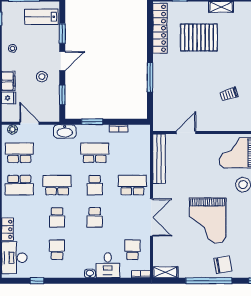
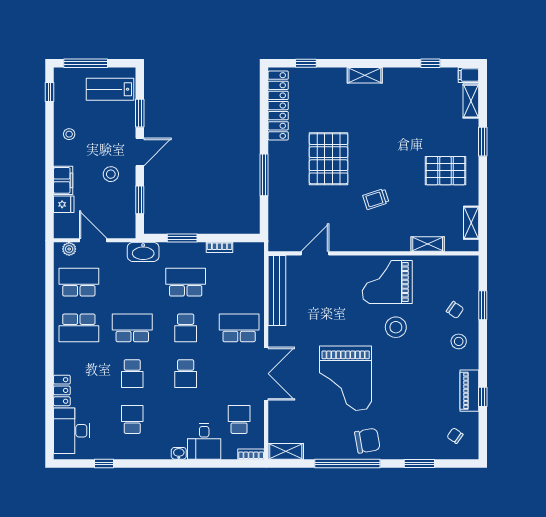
pallet: (199, 37) -> (329, 159), moved, turned 90

